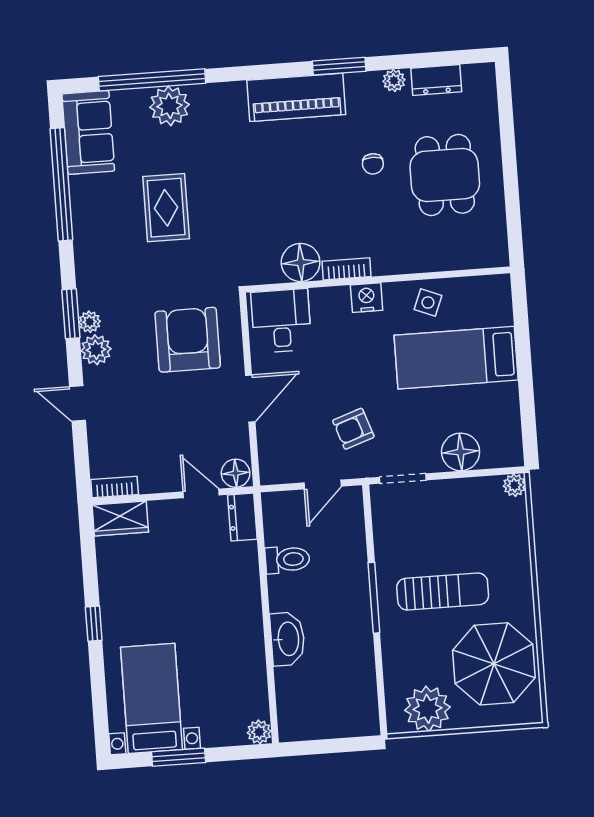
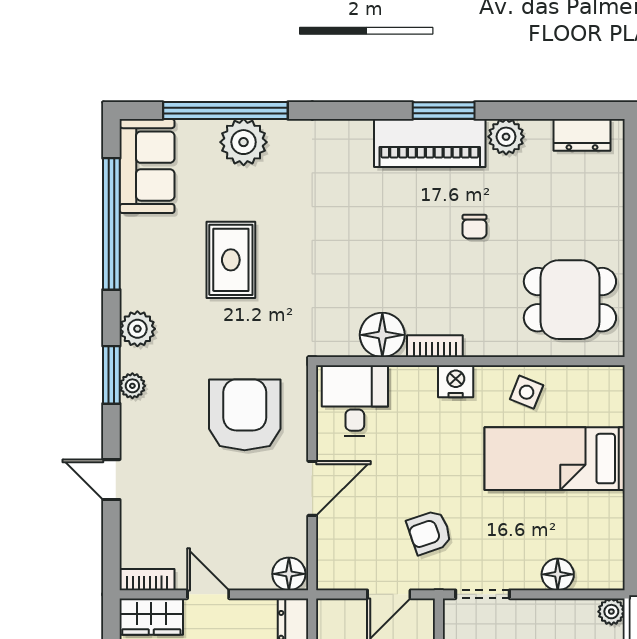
dresser: (436, 80) -> (582, 135), moved
plant: (394, 81) -> (506, 137), width x1.38, depth x1.38
piano: (296, 97) -> (430, 143), moved
dining table: (445, 175) -> (570, 300), moved, turned 90
plant: (96, 350) -> (137, 329), moved
floor lamp: (461, 452) -> (558, 574), width x0.73, depth x0.73
door: (201, 493) -> (208, 594), moved

